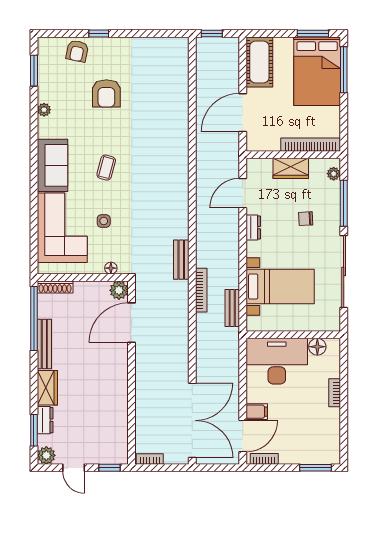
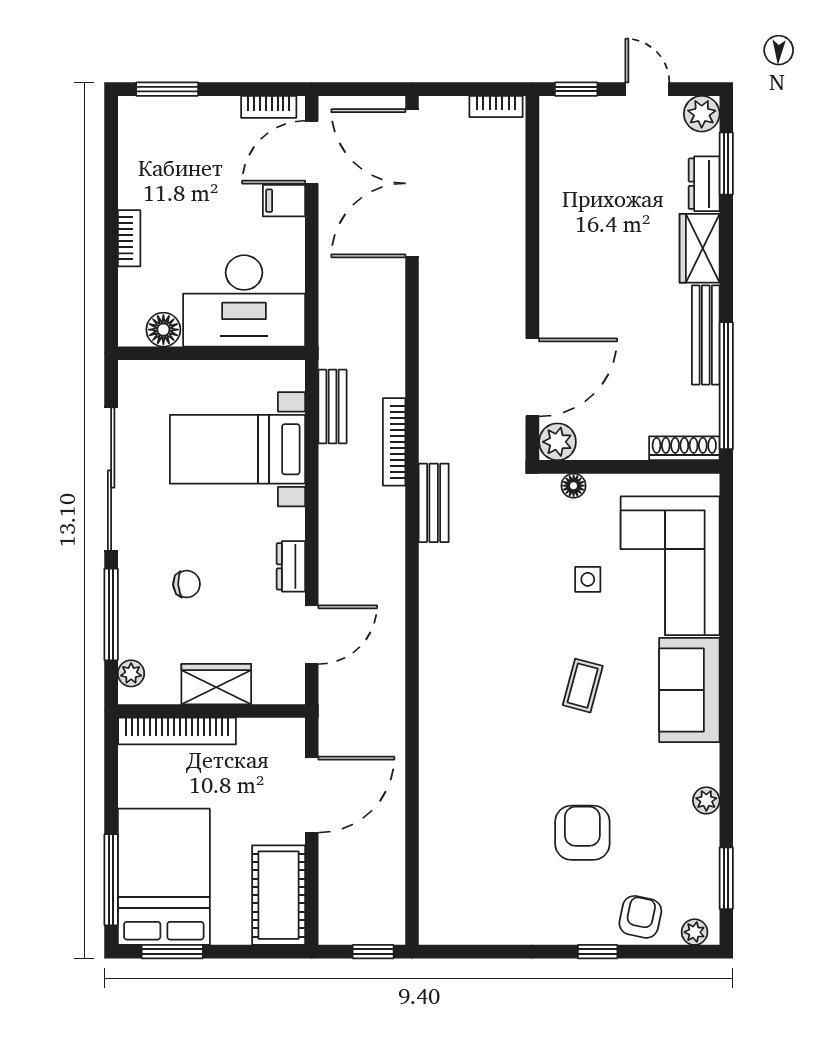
plant: (50, 43) -> (695, 932), added

